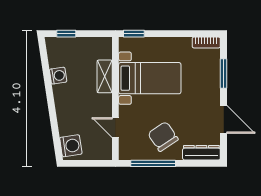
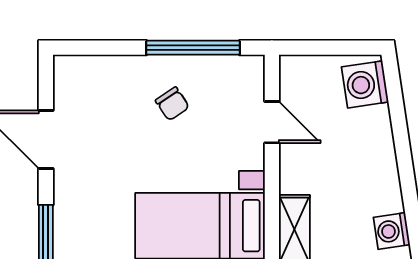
chair: (163, 136) -> (172, 104), width x0.54, depth x0.54
dresser: (201, 153) -> (92, 70), removed

